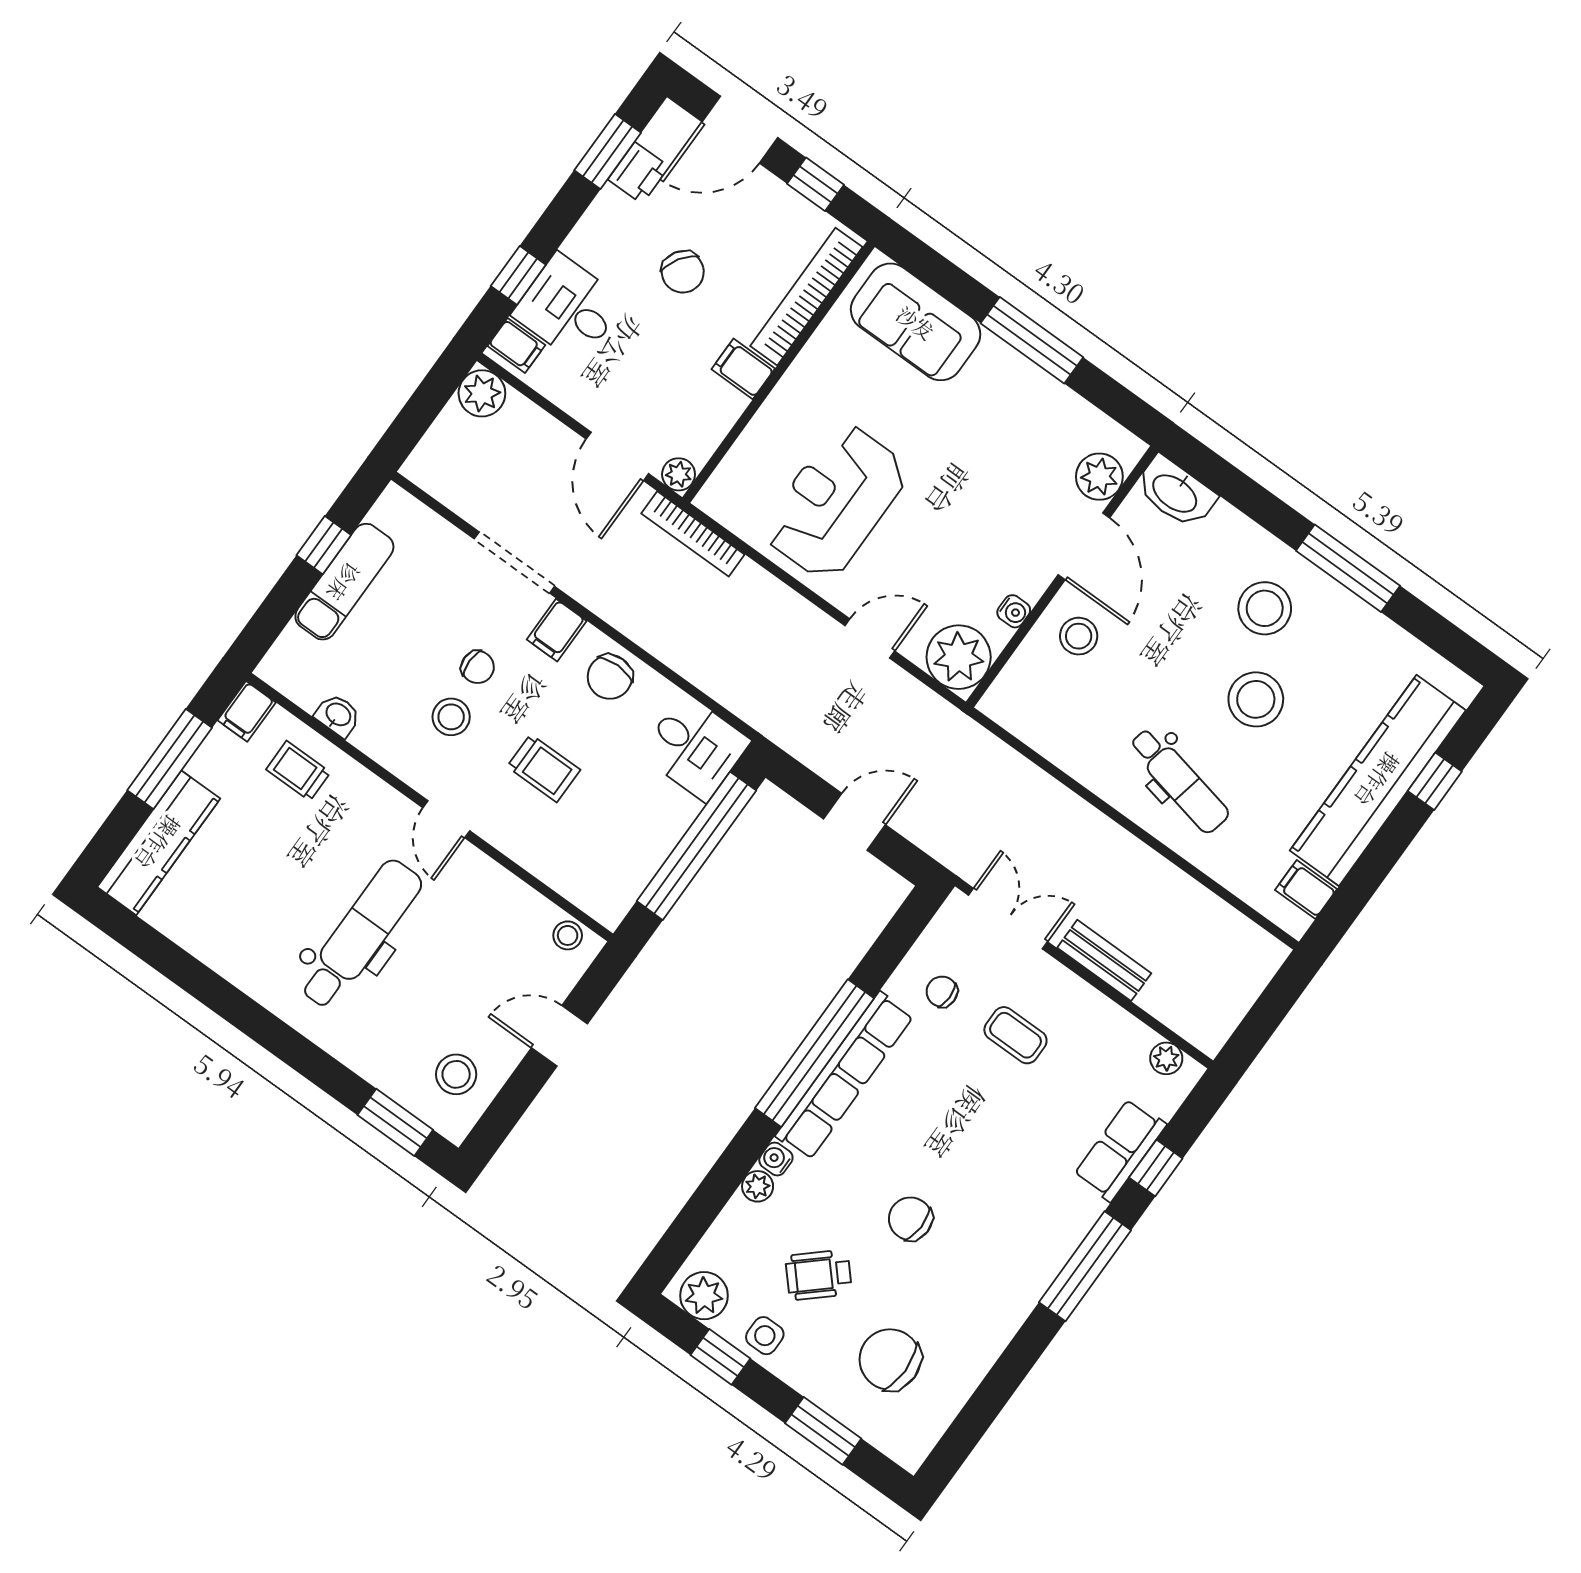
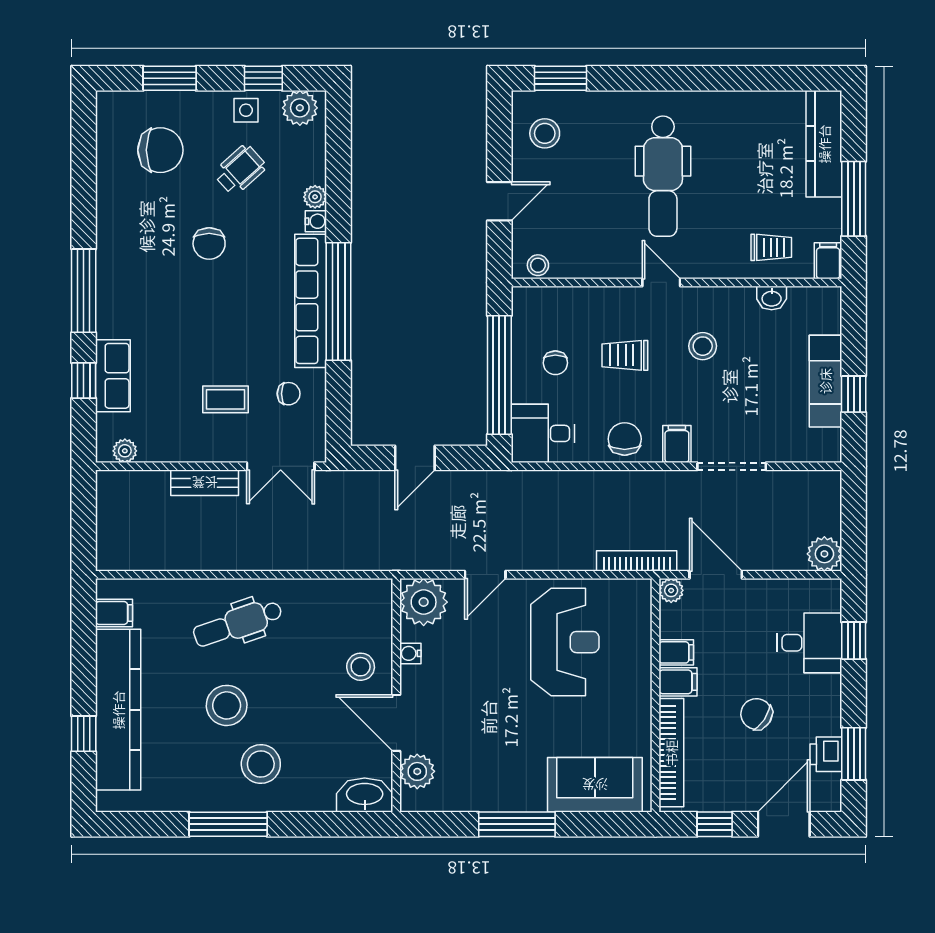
filing cabinet: (516, 345) -> (676, 652), moved, turned 180
chair: (478, 667) -> (555, 363), moved, turned -90
dental chair: (1179, 780) -> (238, 623), turned -31
chair: (910, 1219) -> (209, 244), turned 88

